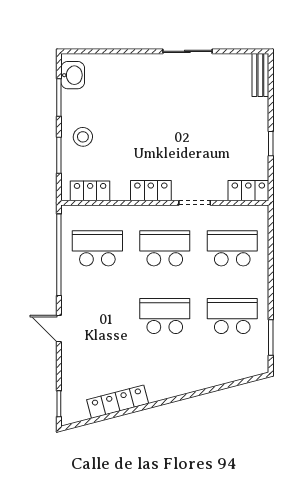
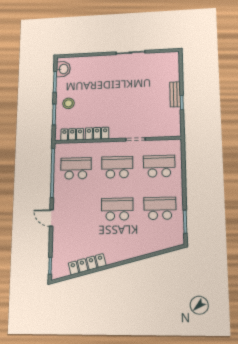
bench: (260, 75) -> (175, 94), moved
locker: (151, 191) -> (97, 133), moved
locker: (248, 191) -> (169, 131), removed

